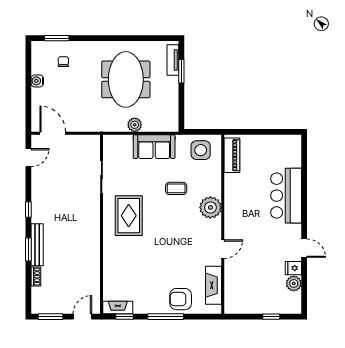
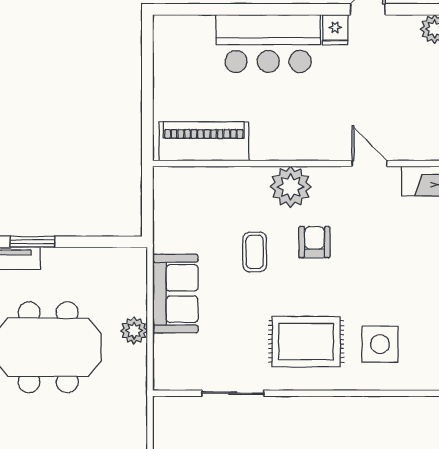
side table: (201, 150) -> (380, 344), moved
piano: (232, 155) -> (204, 141), width x1.37, depth x1.33
armchair: (181, 220) -> (314, 242), added
fridge: (293, 268) -> (335, 30), moved

